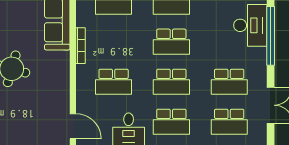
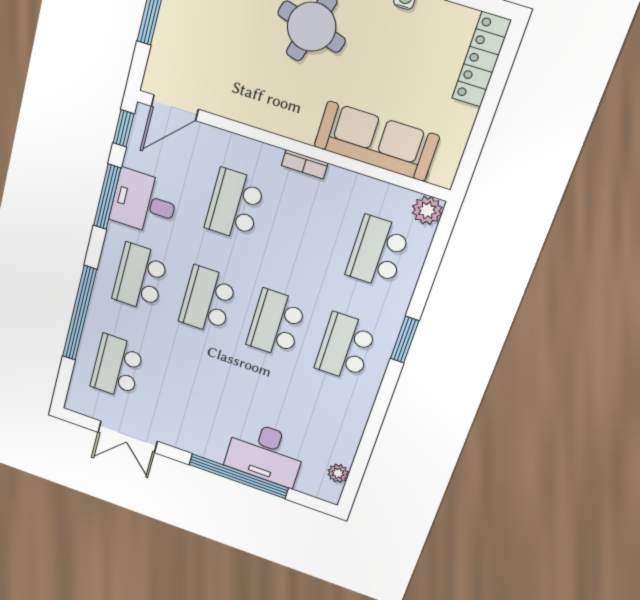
bookcase: (80, 46) -> (305, 164), width x0.64
school desk: (229, 82) -> (182, 390), removed

